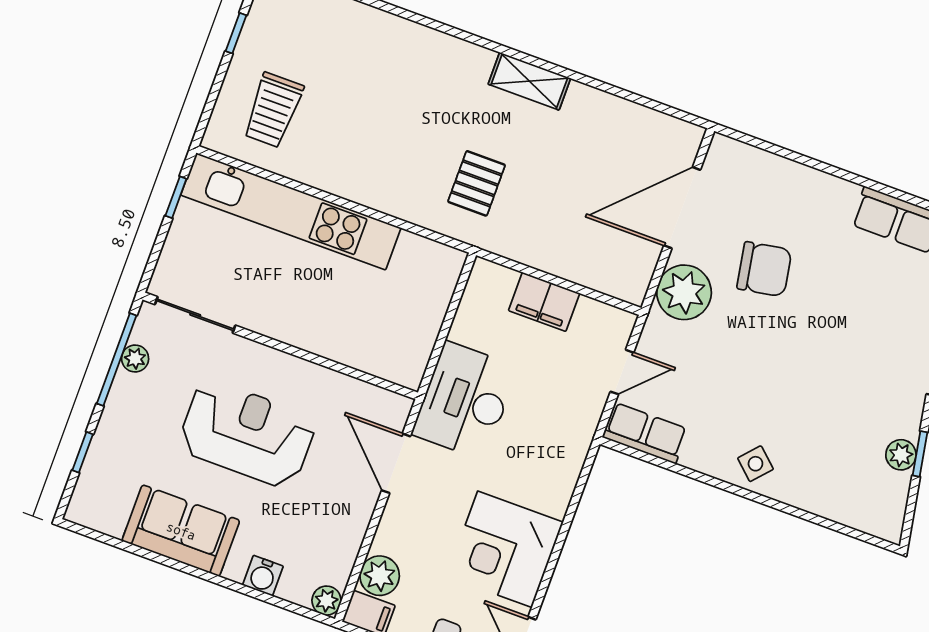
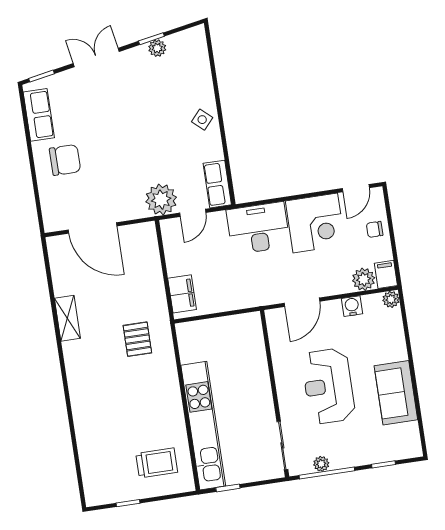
shelving: (529, 81) -> (67, 318), moved
pallet: (477, 183) -> (137, 339), turned 90
chair: (764, 269) -> (65, 160), moved, turned 100
plant: (684, 292) -> (161, 200), moved
filing cabinet: (544, 302) -> (182, 294), moved
door: (622, 372) -> (193, 213), swing flipped
desk: (465, 401) -> (258, 228), moved, turned 180
water cooler: (263, 576) -> (352, 306), moved, turned -90

